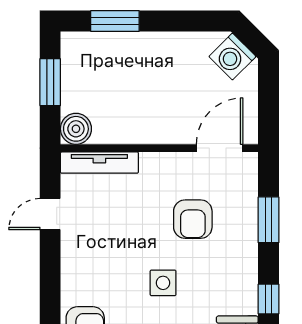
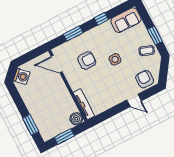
door: (50, 214) -> (134, 100), moved

